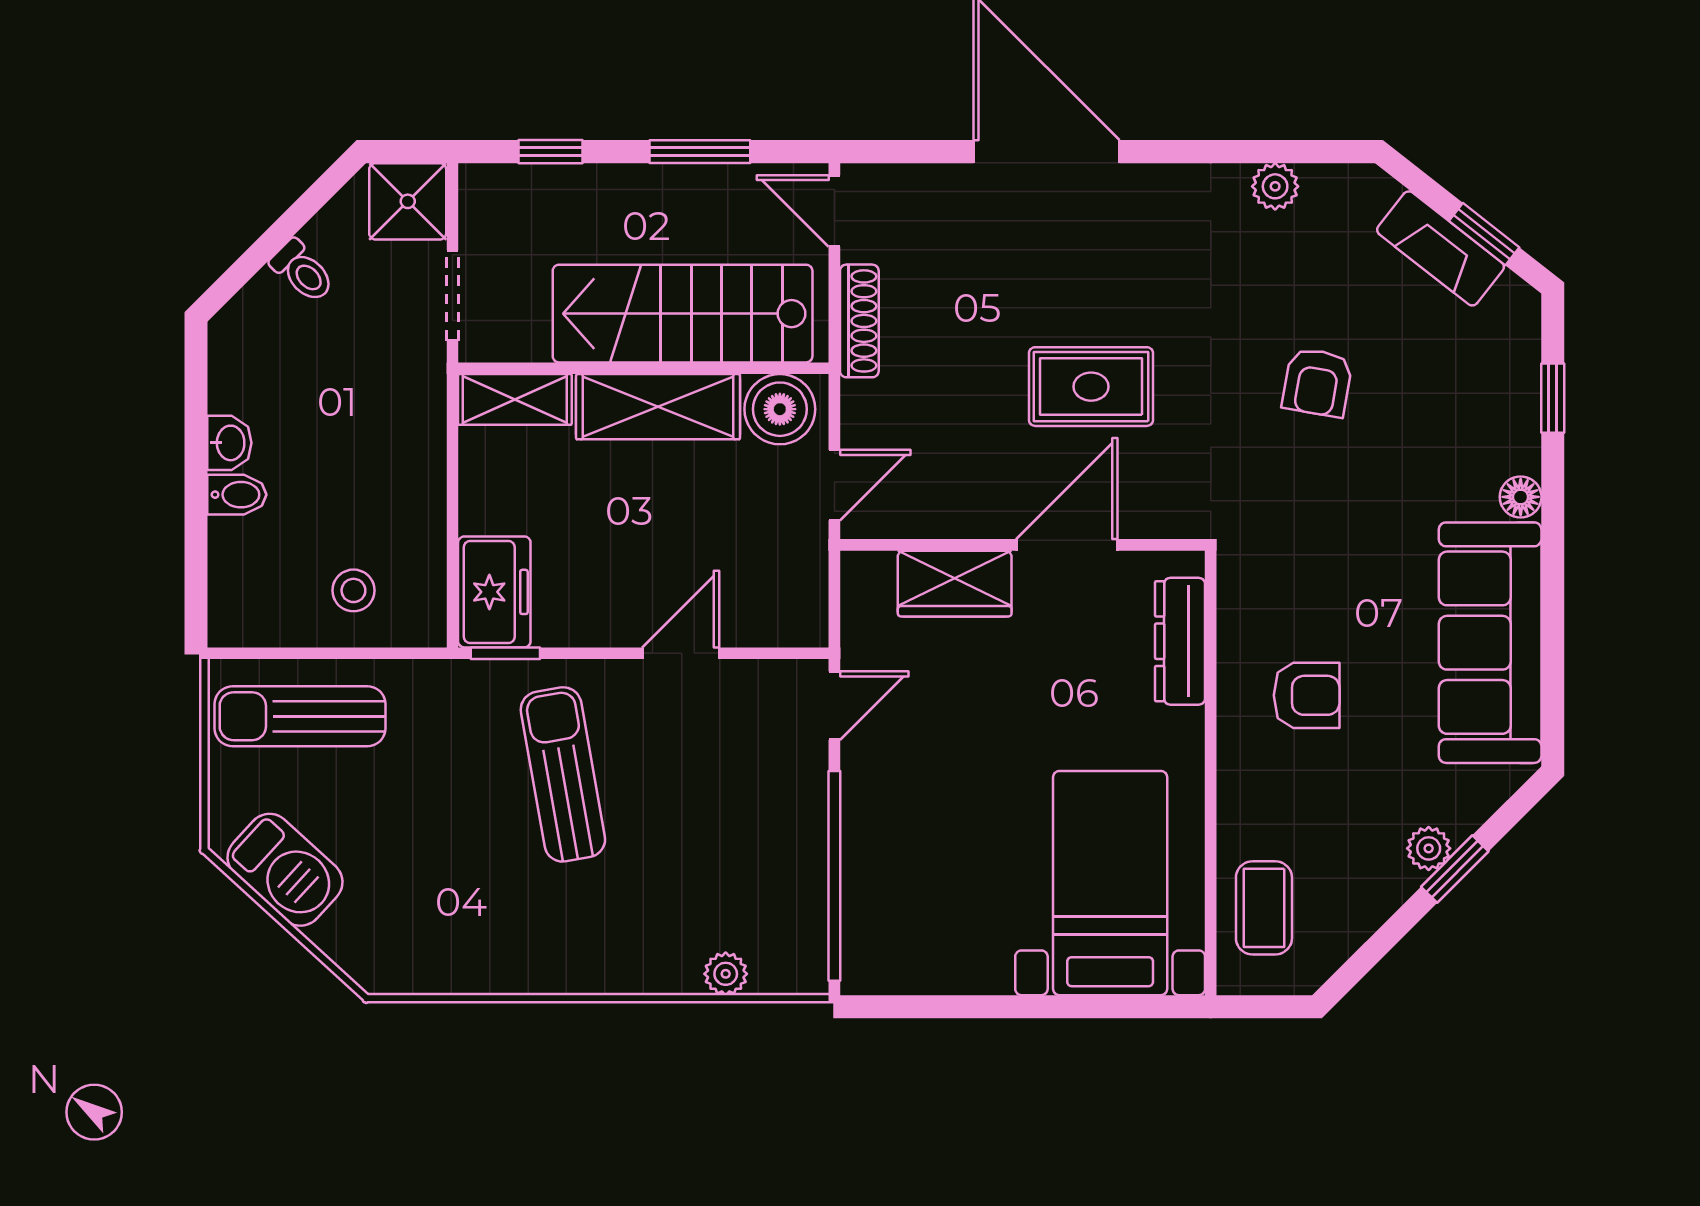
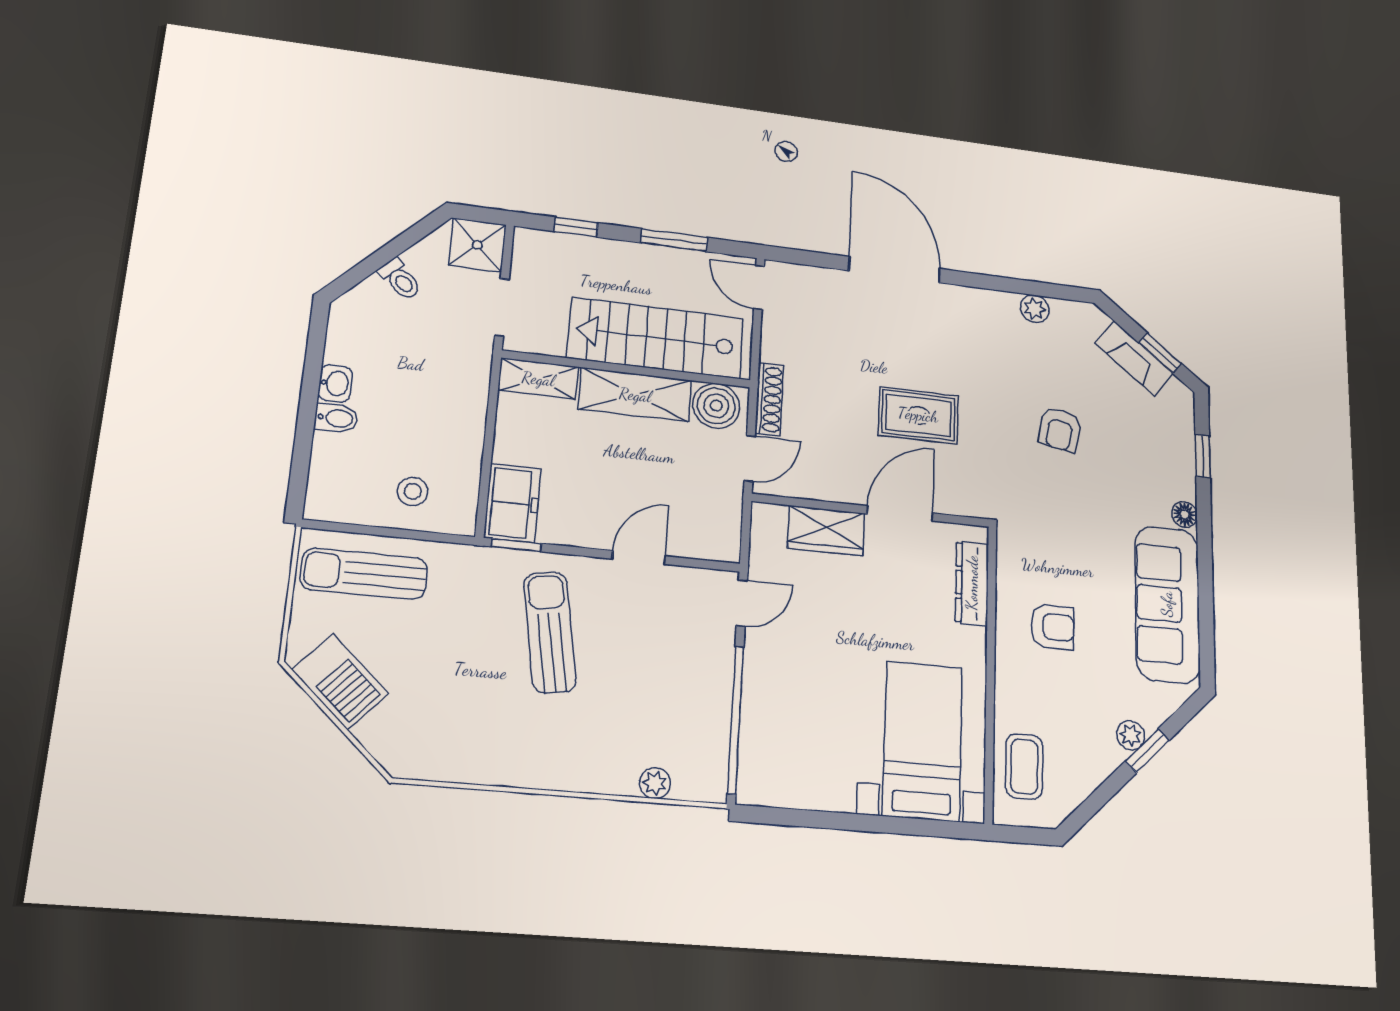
shoe rack: (859, 321) -> (769, 399), moved

